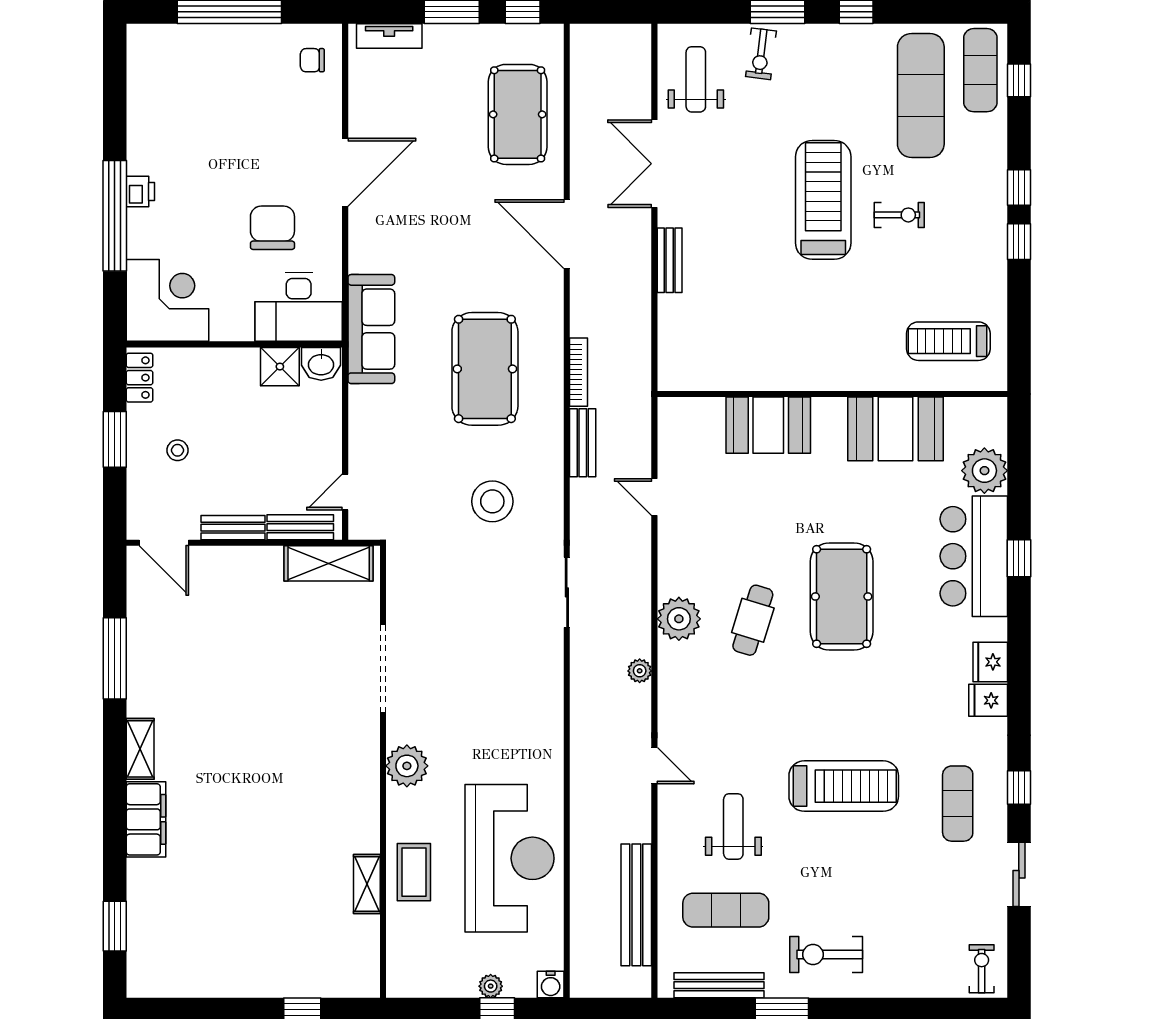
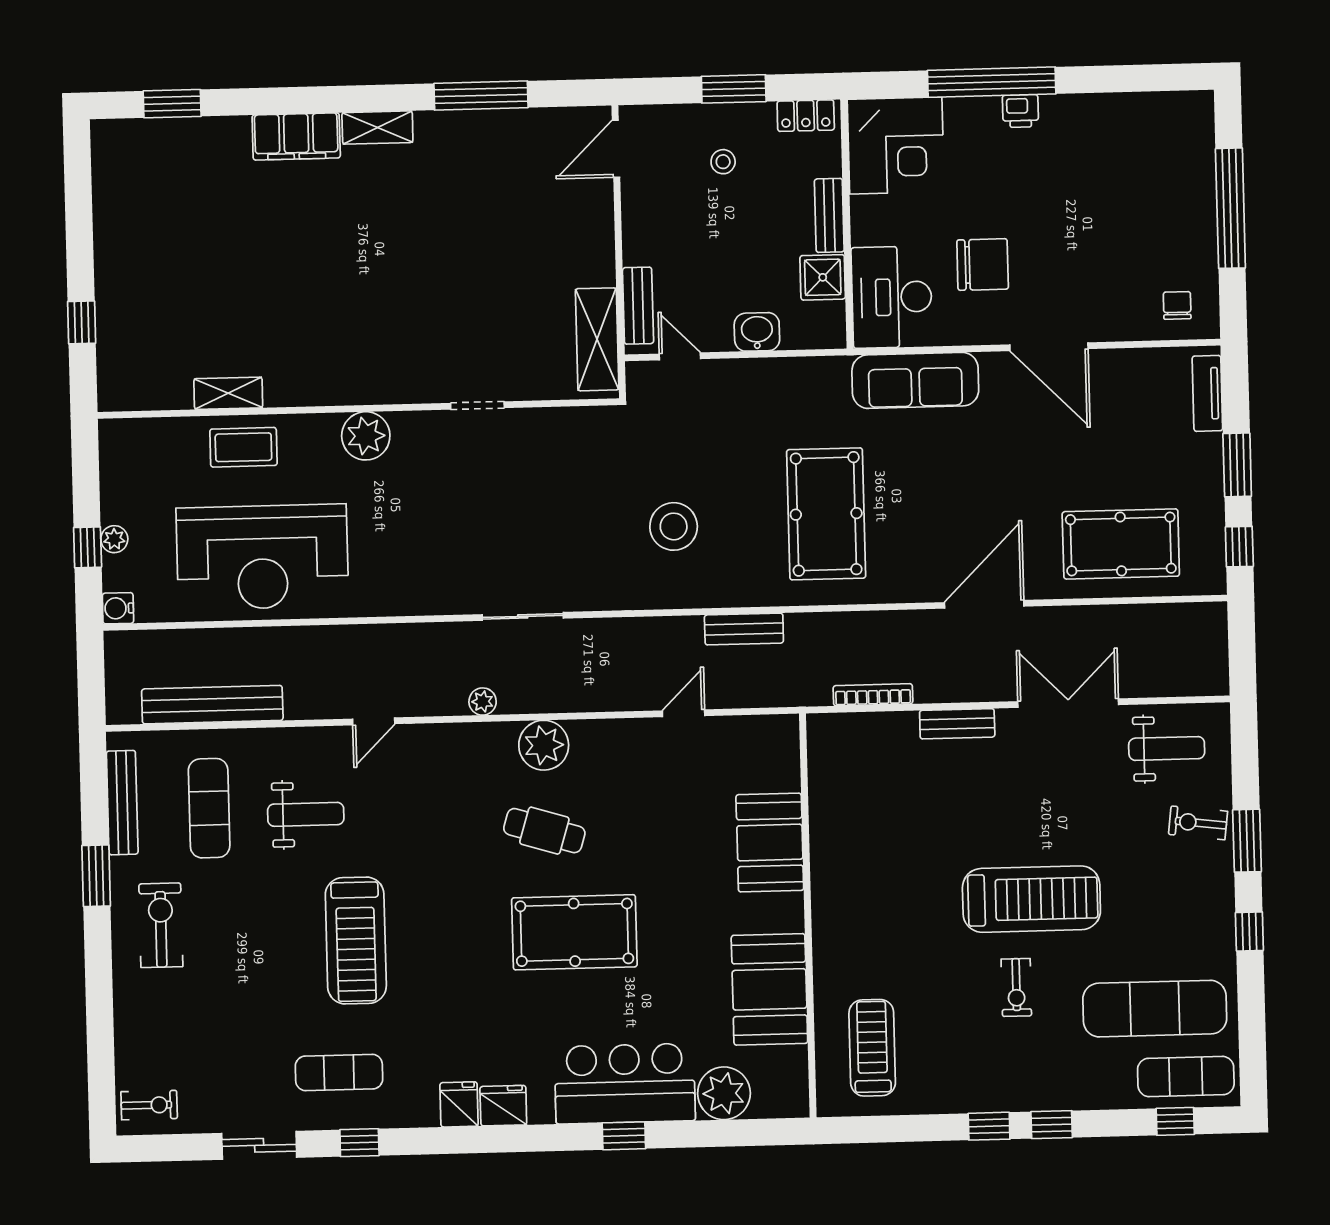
sofa: (371, 329) -> (915, 380), moved
washbasin: (321, 364) -> (757, 332), moved, turned 90
pool table: (485, 369) -> (826, 514), turned 90
bookcase: (579, 372) -> (873, 695), moved, turned 180
bench: (233, 528) -> (829, 215), moved
sliding door: (567, 592) -> (523, 616), moved
doorway: (383, 669) -> (477, 405), width x0.53

